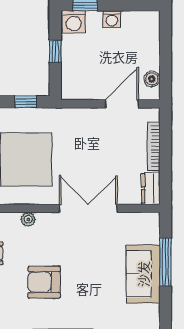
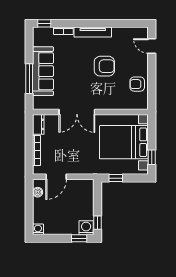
washing machine: (112, 19) -> (38, 229), moved
window: (55, 51) -> (97, 223), moved
plant: (28, 219) -> (114, 105), removed
sofa: (143, 274) -> (43, 71), width x1.36

